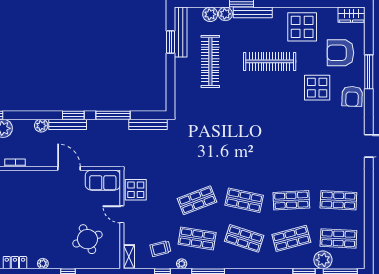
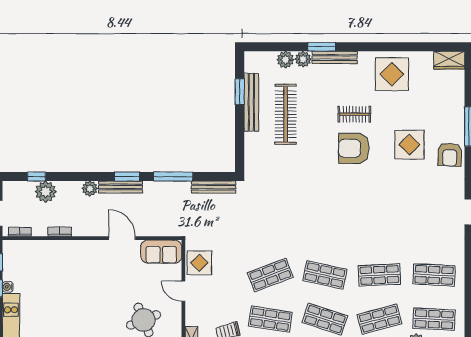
bench: (181, 32) -> (251, 102), moved
armchair: (340, 53) -> (354, 148), moved
clothes rail: (270, 61) -> (354, 114), width x0.54, depth x0.76

